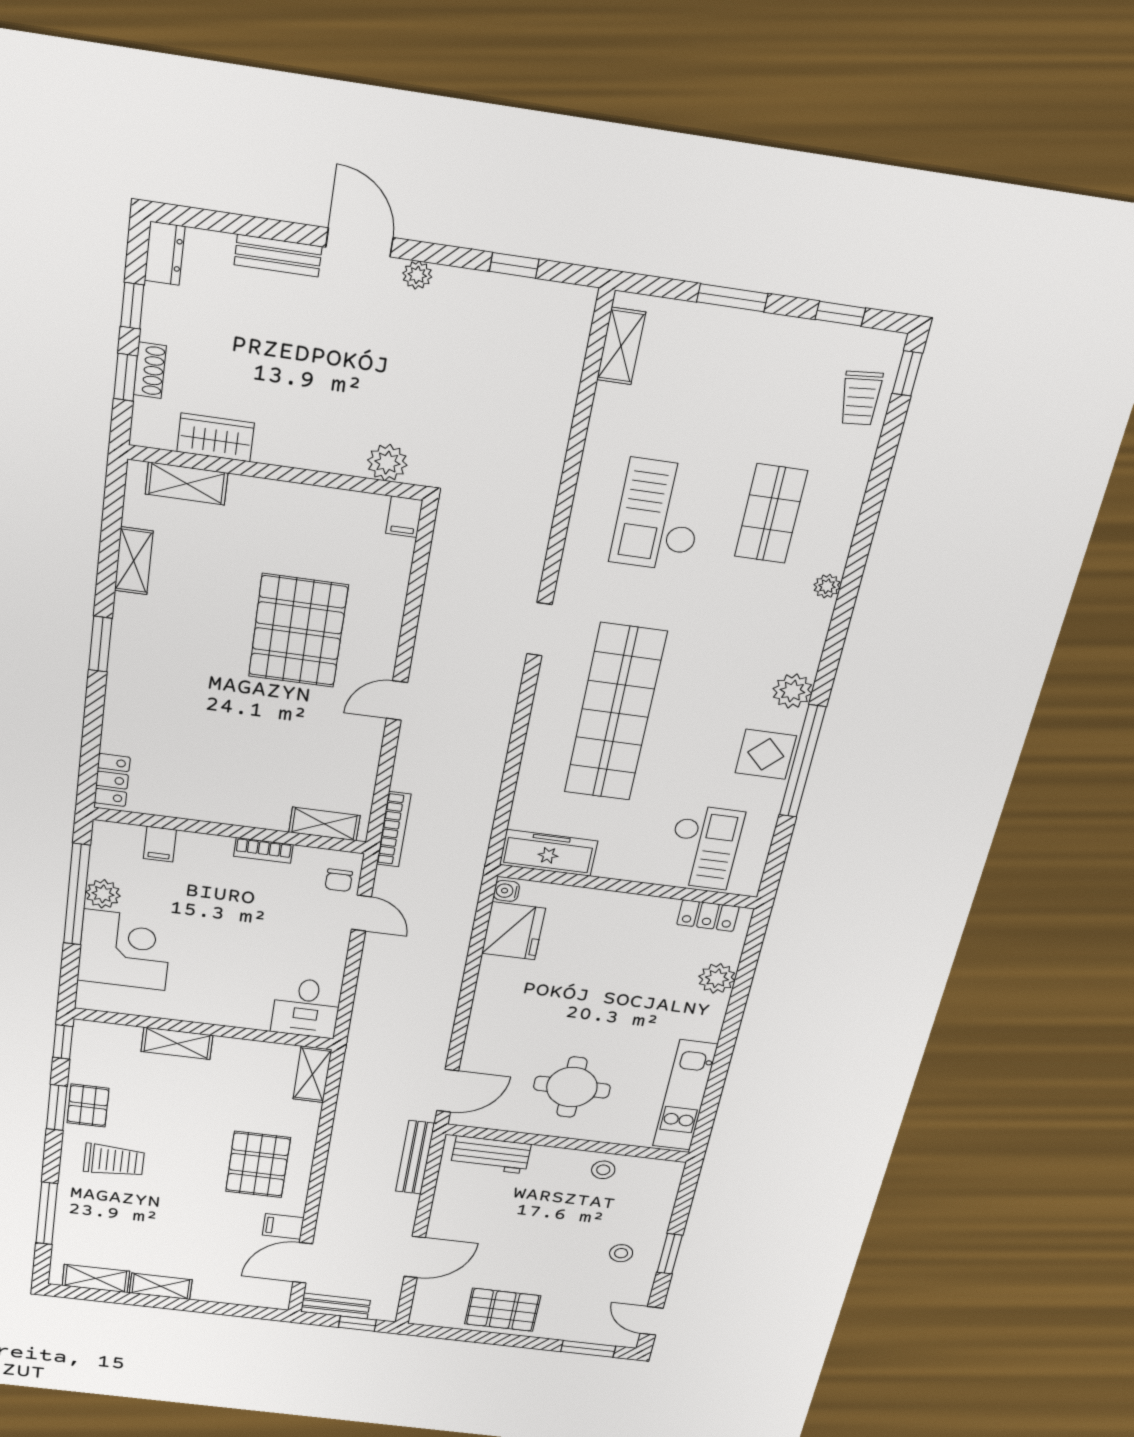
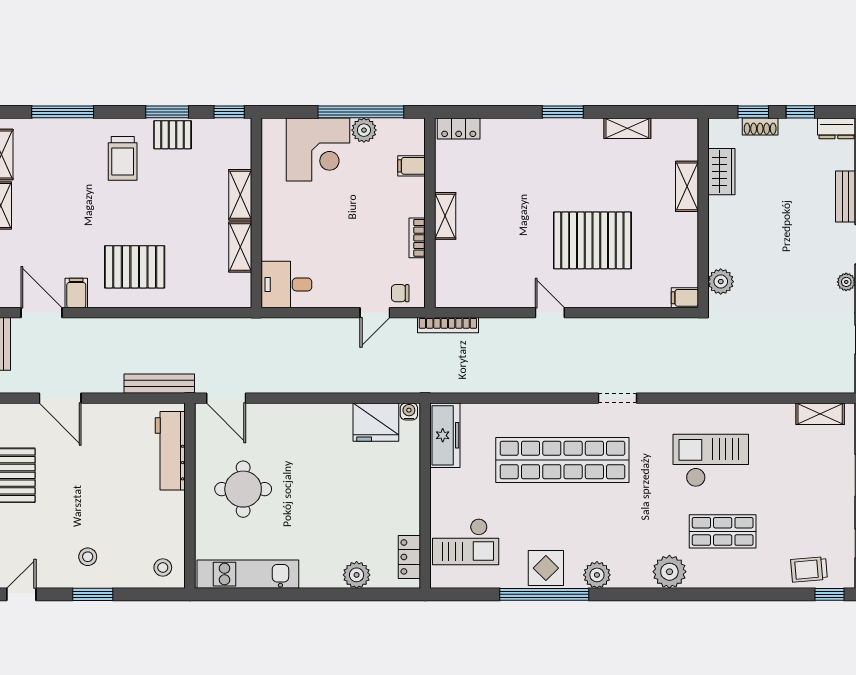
shelving: (187, 483) -> (687, 186), moved
plant: (827, 586) -> (669, 572), width x1.88, depth x1.88
shelving: (324, 824) -> (445, 216), moved
shelving: (312, 1074) -> (240, 247), moved, turned 90
workbench: (491, 1155) -> (170, 451), width x1.38
stool: (603, 1170) -> (163, 567), moved

